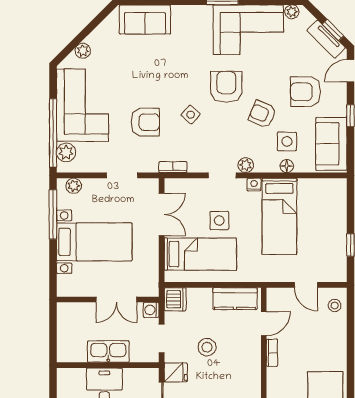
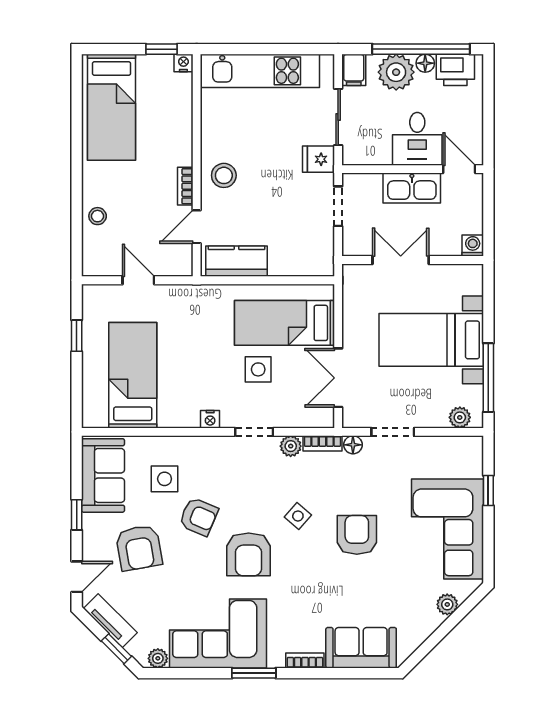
bookcase: (186, 10) -> (305, 660), added
window: (333, 30) -> (116, 649), moved
armchair: (305, 92) -> (139, 548), turned 80
armchair: (145, 122) -> (357, 535), moved, turned 90
window: (53, 133) -> (488, 491), width x0.32
plant: (66, 152) -> (470, 464), removed
plant: (246, 165) -> (291, 446), moved
floor lamp: (287, 166) -> (353, 445), moved
bed: (279, 216) -> (133, 375), moved
dishwasher: (175, 299) -> (319, 260), removed
stool: (335, 306) -> (98, 216), moved
washing machine: (151, 310) -> (473, 246), moved, turned -90
stool: (207, 347) -> (224, 175), moved
door: (74, 365) -> (459, 169), added

